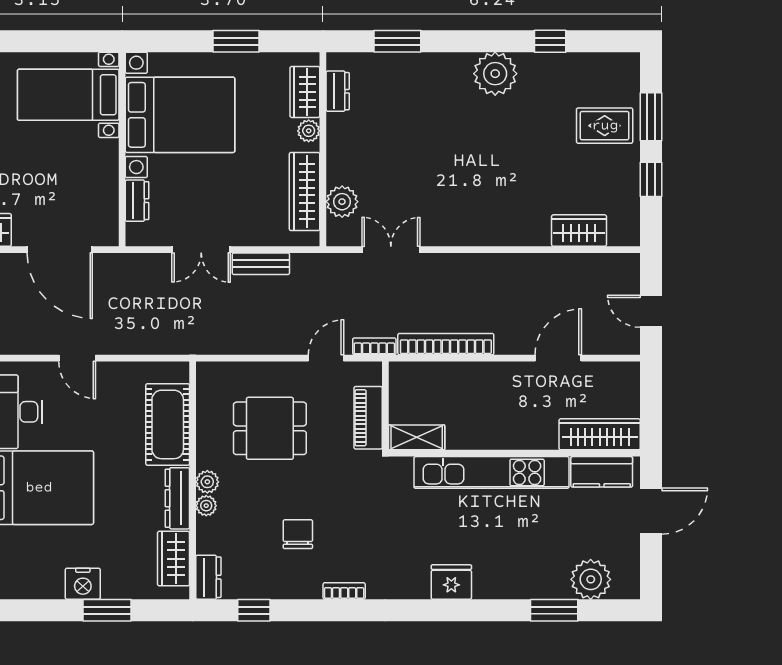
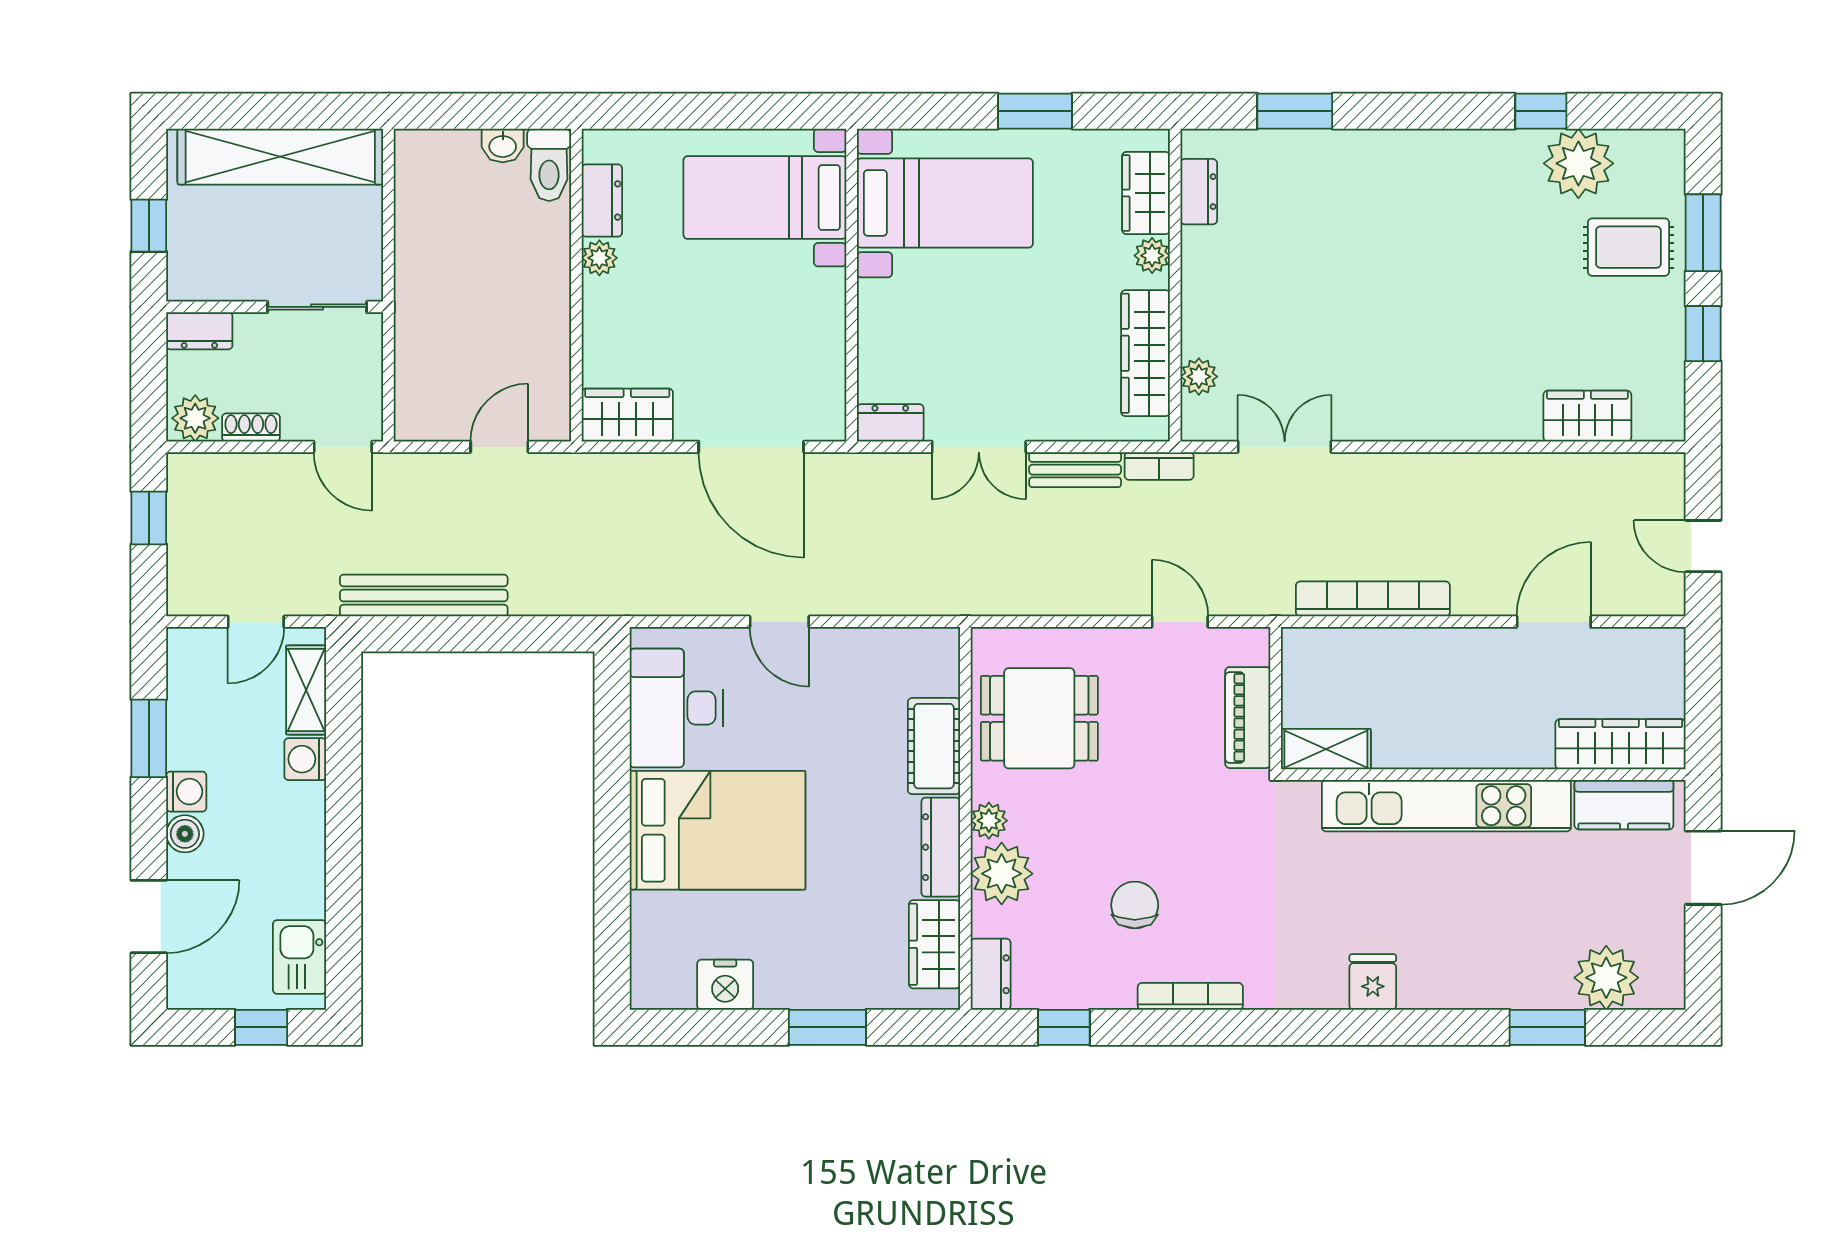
plant: (495, 74) -> (1578, 163), moved
bed with nightstands: (180, 115) -> (945, 203), width x0.73
dresser: (137, 201) -> (890, 423), moved, turned -90
plant: (342, 202) -> (1199, 377), width x0.73, depth x0.73
bookcase: (374, 346) -> (1159, 466), moved, turned 180
door: (326, 358) -> (1180, 622), hinge flipped
cot: (168, 424) -> (934, 746), width x0.73, depth x0.75
dining table: (270, 428) -> (1039, 718), moved
plant: (206, 506) -> (1002, 874), width x1.88, depth x1.88
fridge: (451, 582) -> (1373, 982), width x0.72
nightstand: (83, 584) -> (725, 985), moved
bookcase: (344, 591) -> (1190, 996), width x1.56

